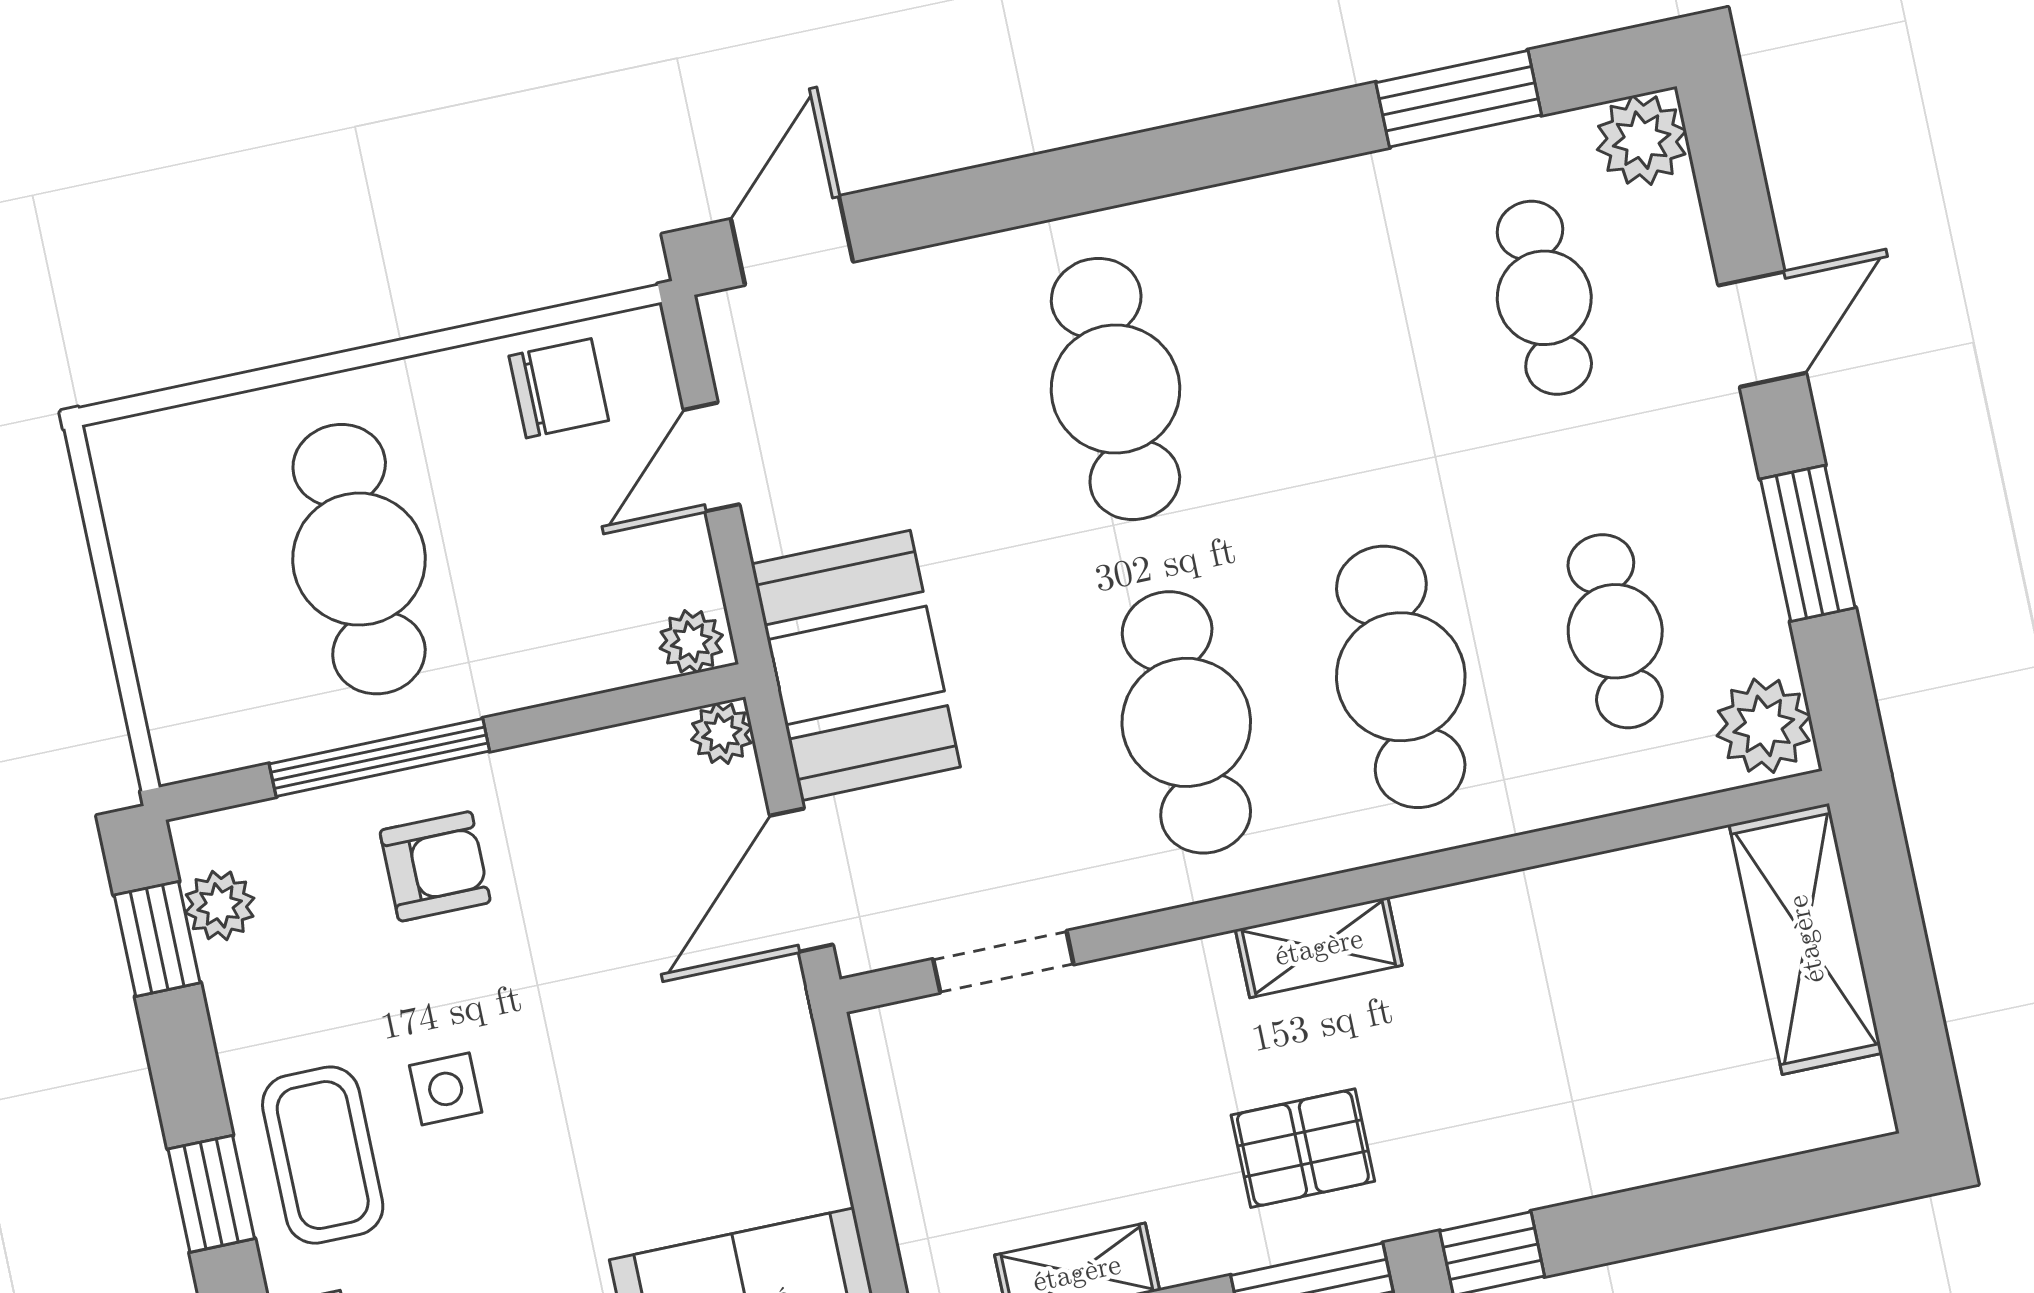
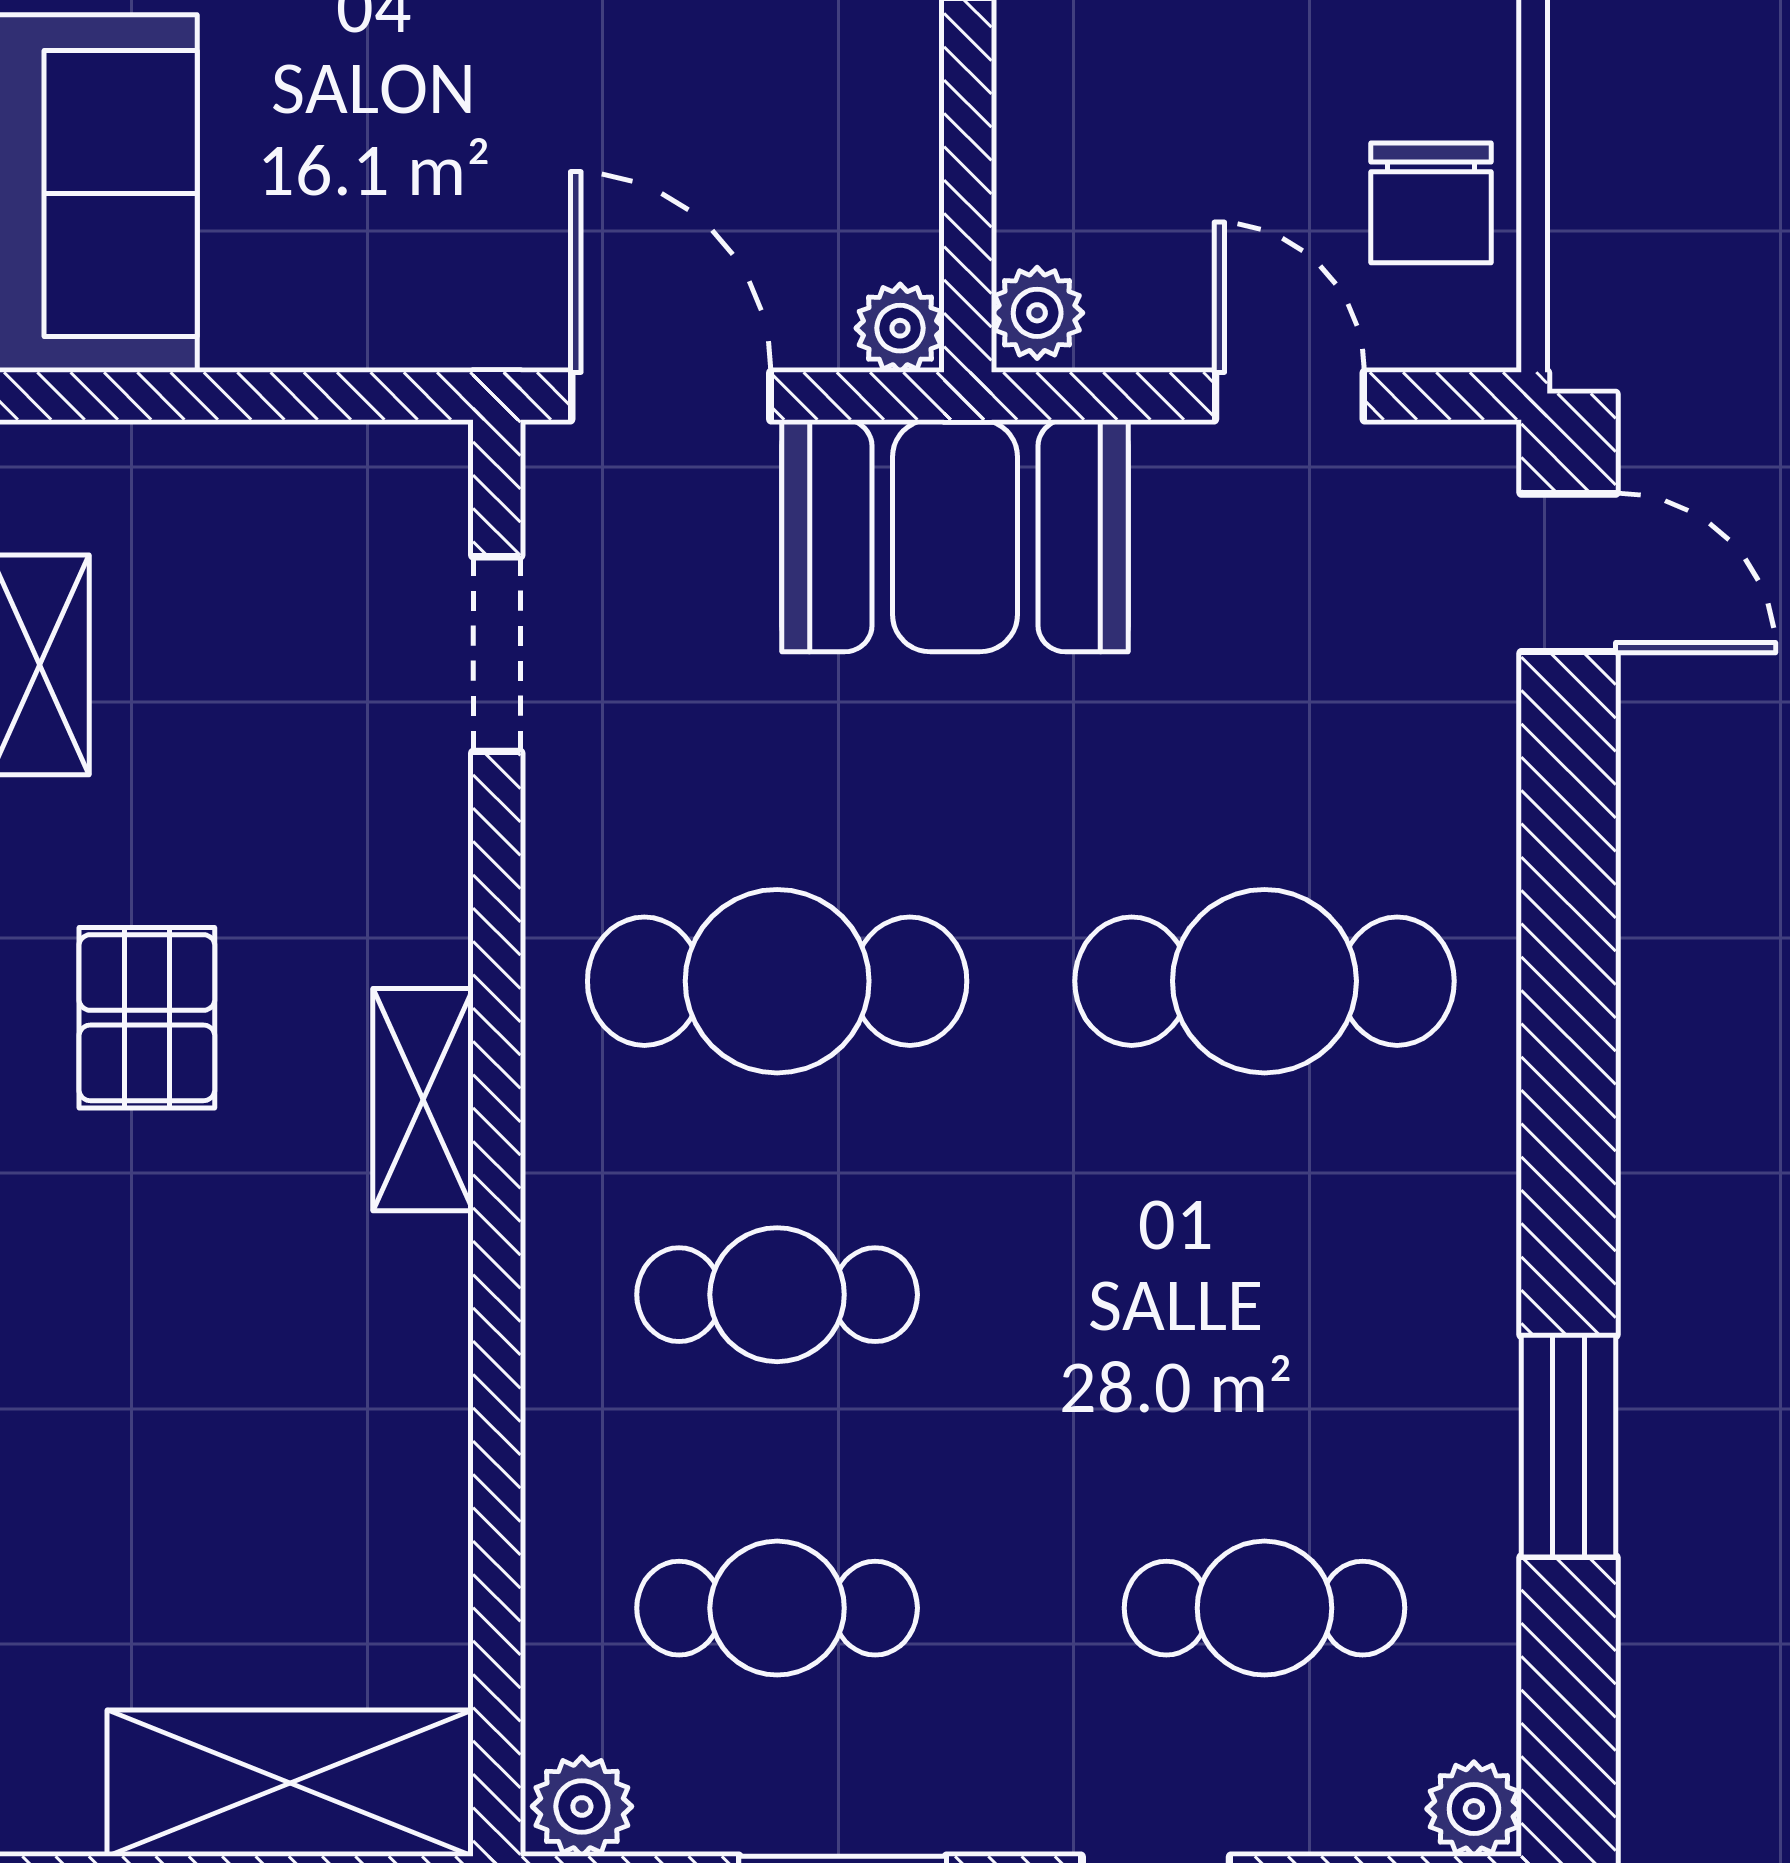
window: (1459, 99) -> (1568, 1446), moved
plant: (1642, 140) -> (1474, 1809), width x0.73, depth x0.73
cafe table: (1401, 677) -> (777, 1295), width x0.73, depth x0.74
plant: (1764, 726) -> (582, 1806), width x0.73, depth x0.73

